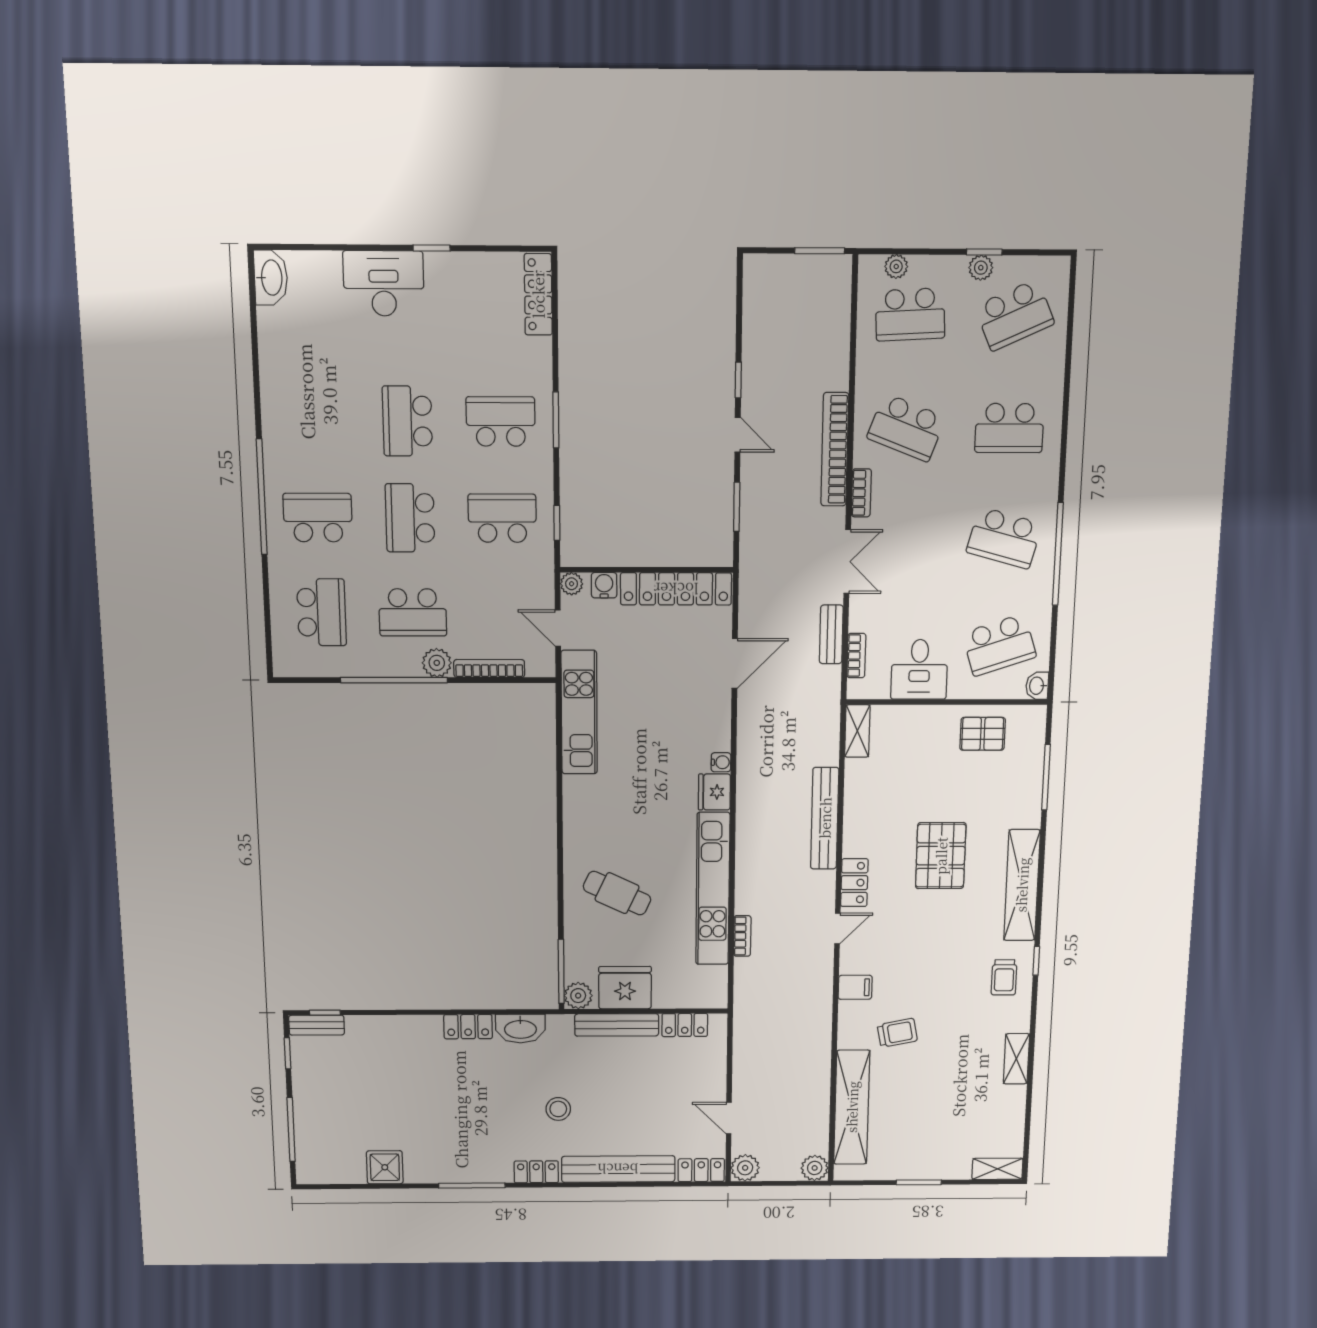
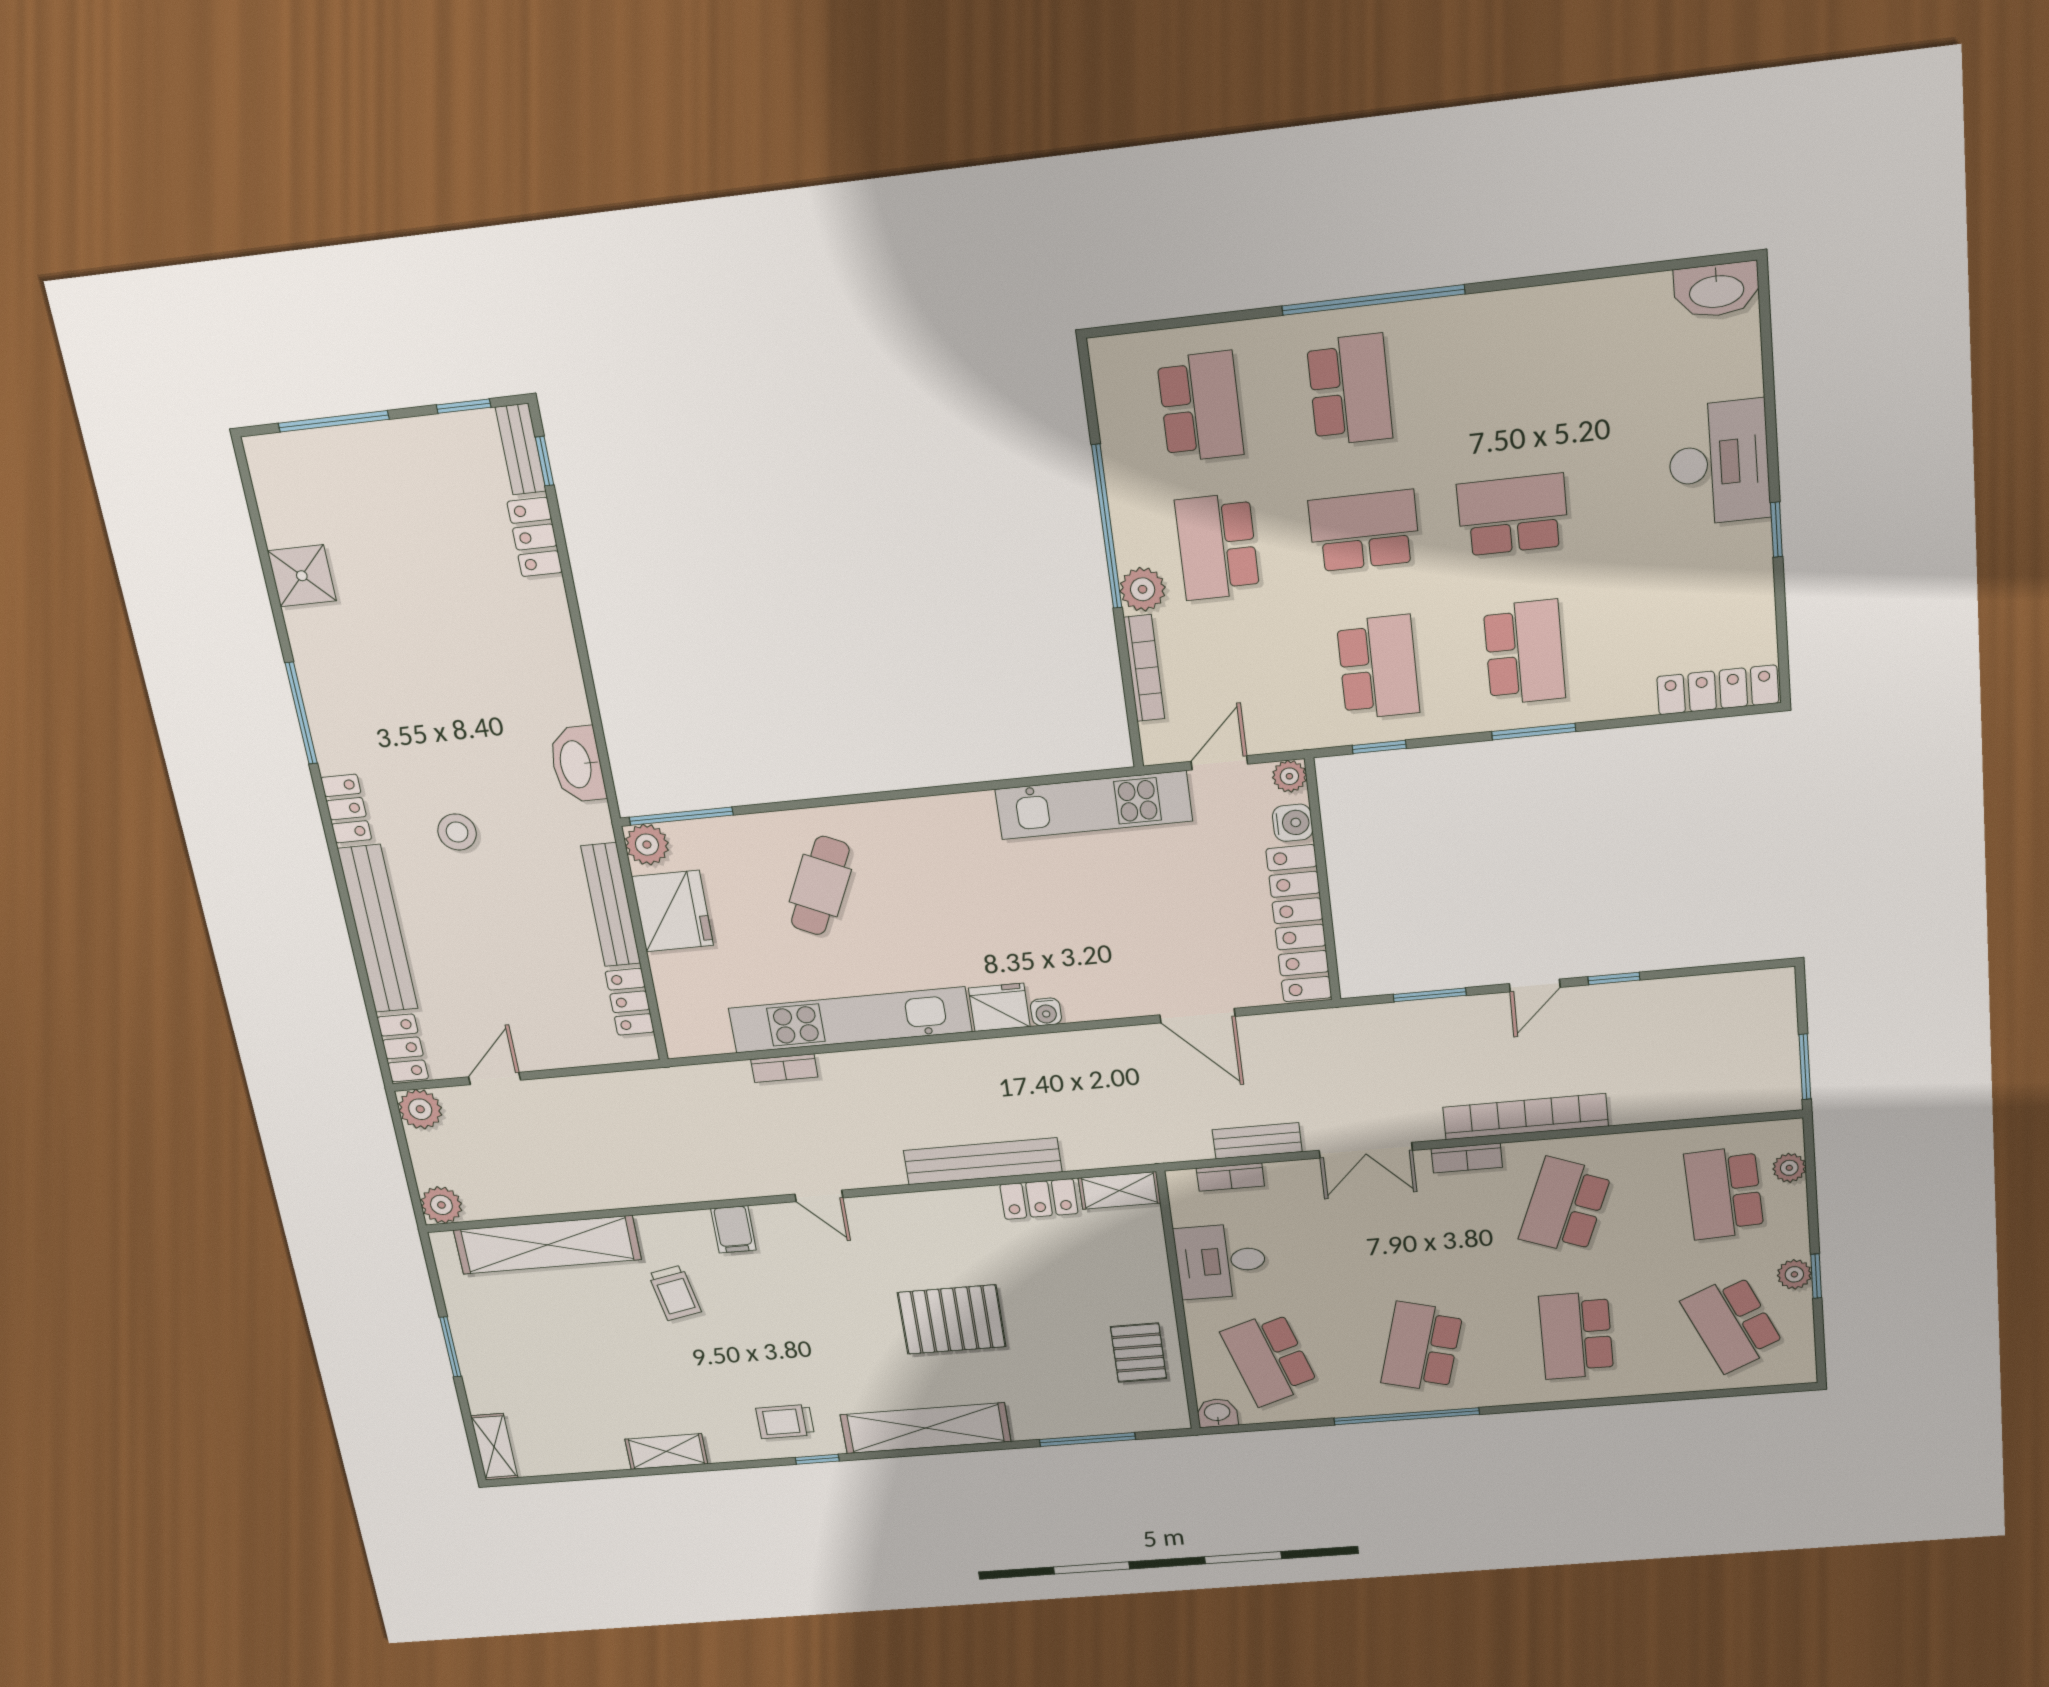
school desk: (321, 612) -> (1200, 407), turned -90
locker: (854, 883) -> (1039, 1199), moved
locker: (468, 1027) -> (535, 537), moved

